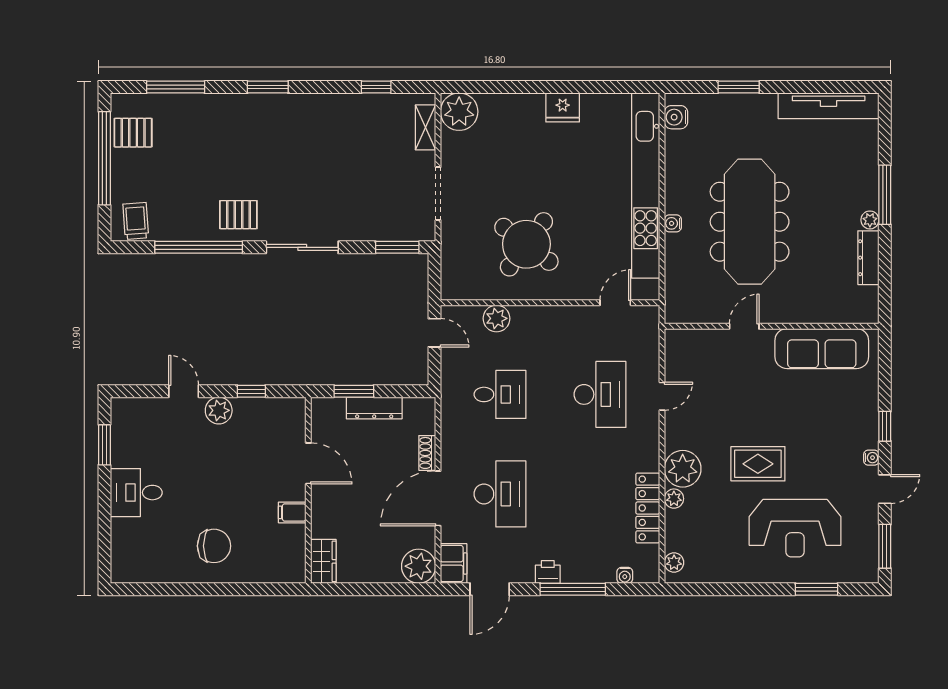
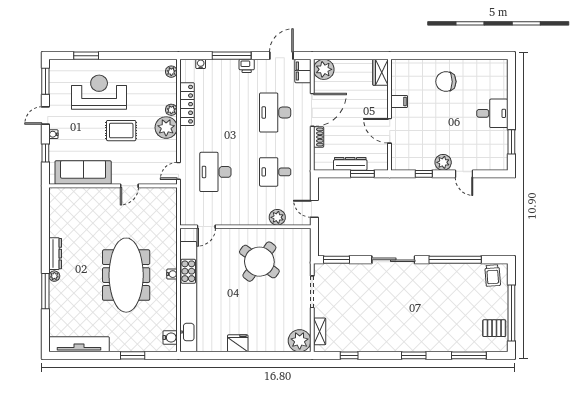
pallet: (238, 215) -> (431, 279), removed
door: (744, 326) -> (129, 186), moved
wall: (772, 326) -> (113, 186), moved
sofa: (822, 349) -> (83, 173), moved

